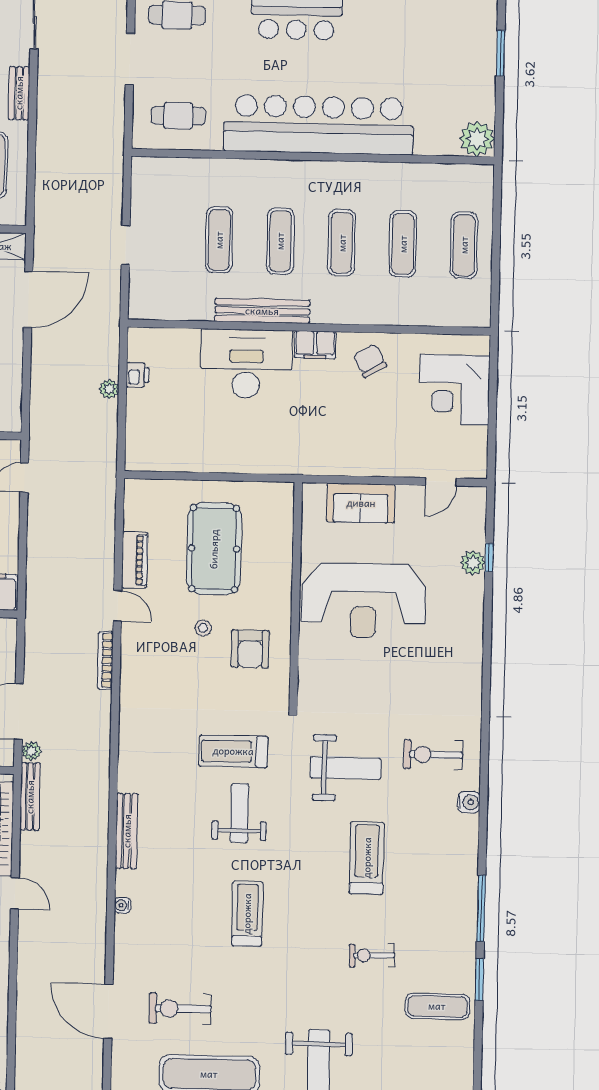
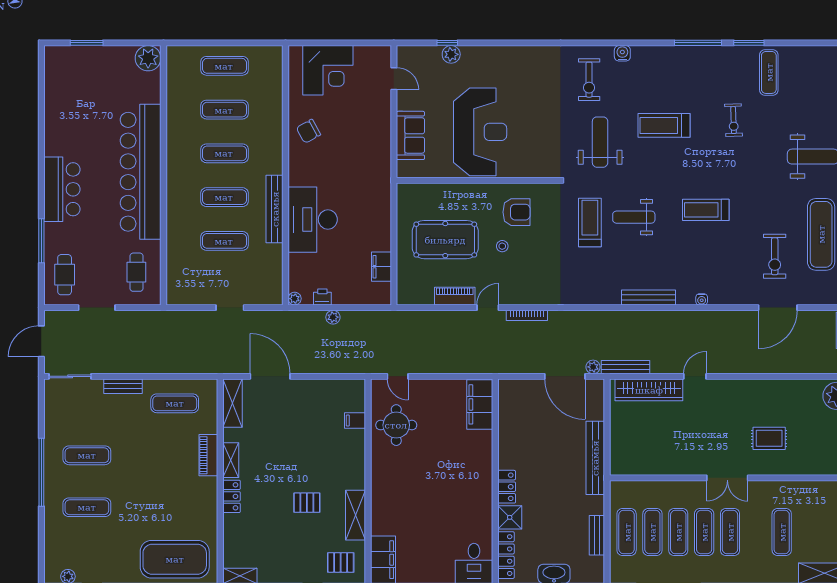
plant: (136, 336) -> (295, 299), added
filing cabinet: (315, 345) -> (381, 267), moved, turned 180
treadmill: (233, 751) -> (590, 223), turned 180

